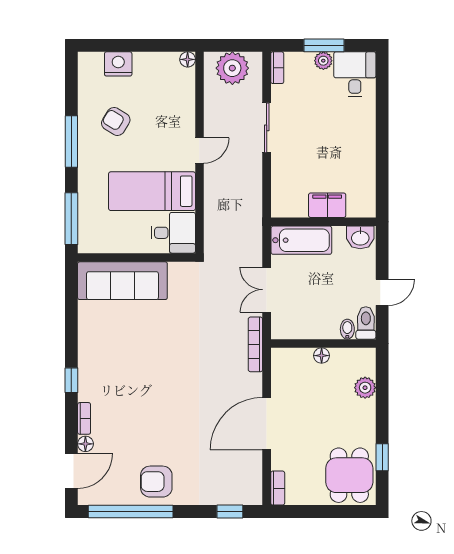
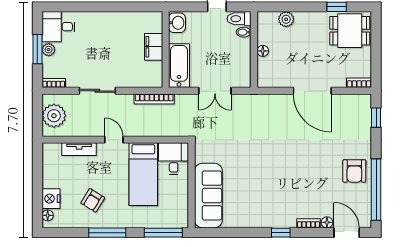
floor lamp: (188, 59) -> (48, 215), moved
tv unit: (186, 103) -> (79, 149), added
bookcase: (255, 344) -> (154, 99), moved

